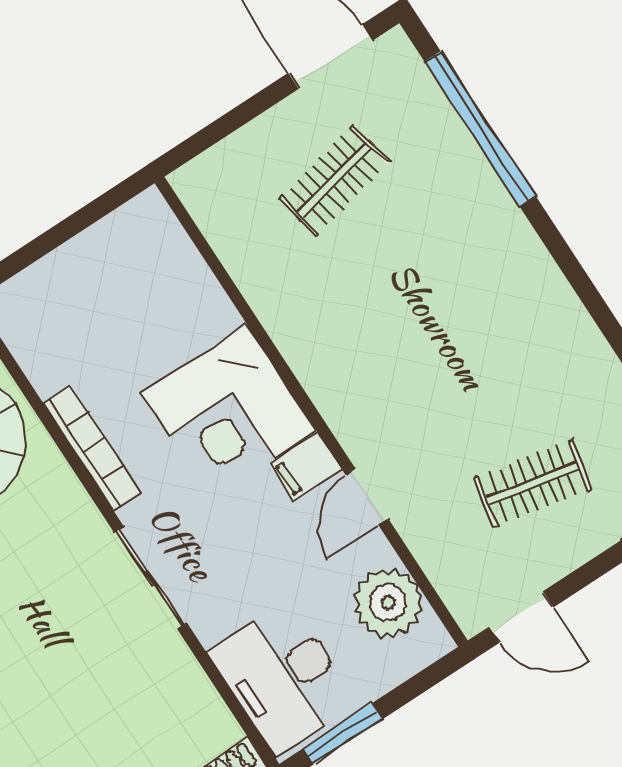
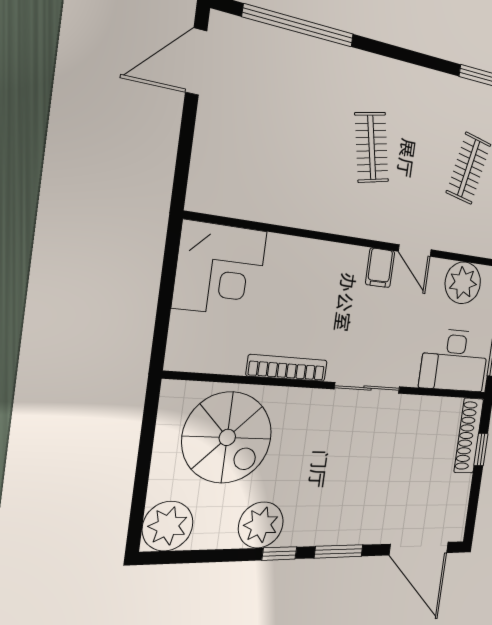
clothes rail: (334, 180) -> (372, 147), moved
corner desk: (229, 412) -> (220, 269), moved

